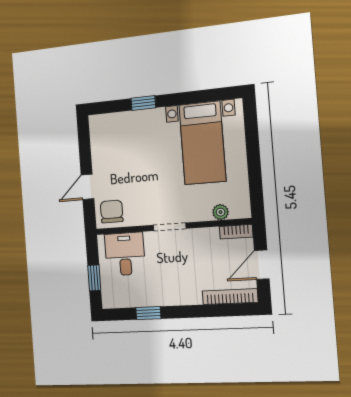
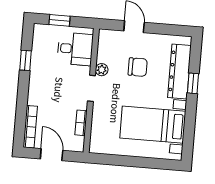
dresser: (132, 122) -> (179, 72), added
chair: (112, 211) -> (138, 67), moved
plant: (221, 212) -> (102, 70), moved
bookcase: (236, 232) -> (81, 123), moved

